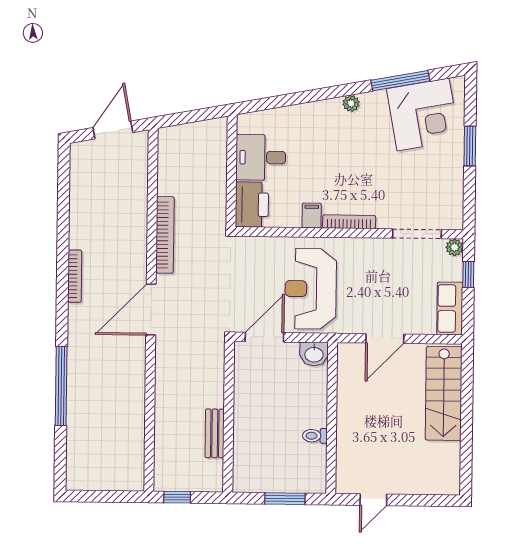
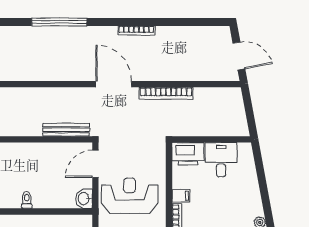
door: (264, 337) -> (95, 164), swing flipped
bench: (215, 433) -> (66, 130), moved, width x1.36

